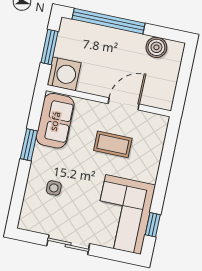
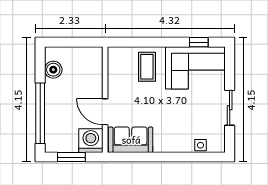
door: (124, 104) -> (105, 112), moved
coffee table: (113, 144) -> (147, 67), moved
window: (29, 145) -> (155, 157), removed
side table: (54, 188) -> (201, 145), moved

